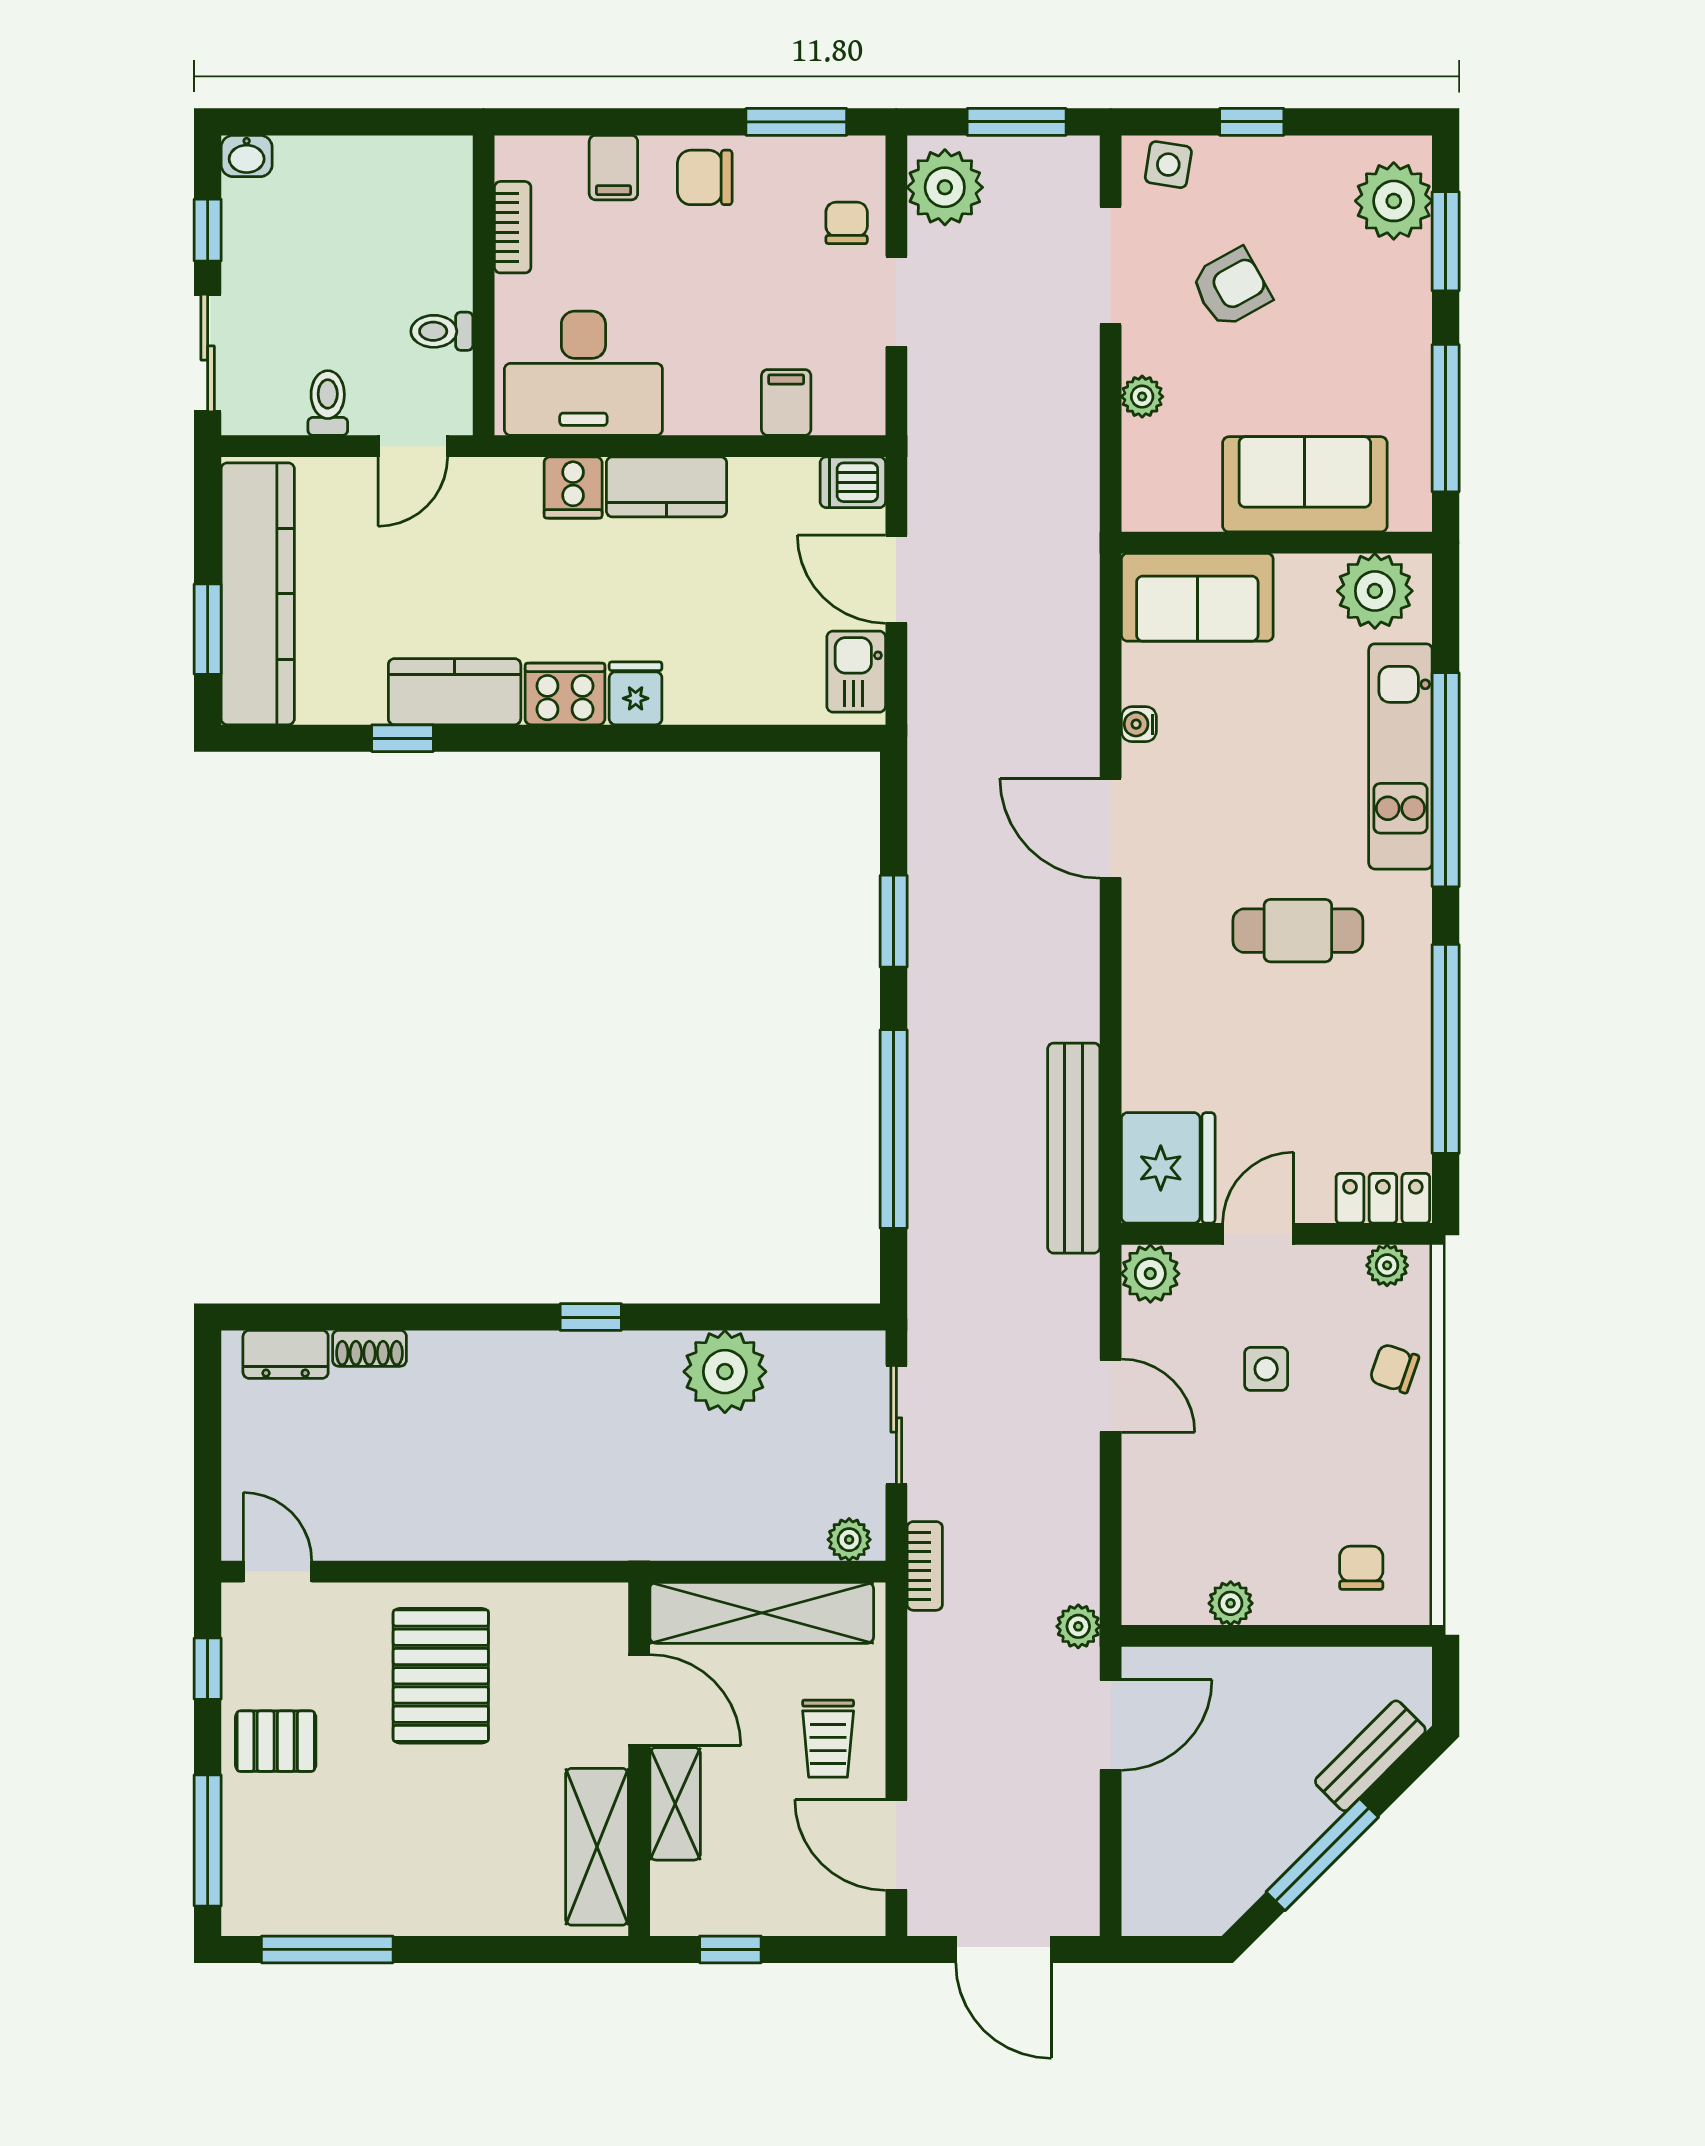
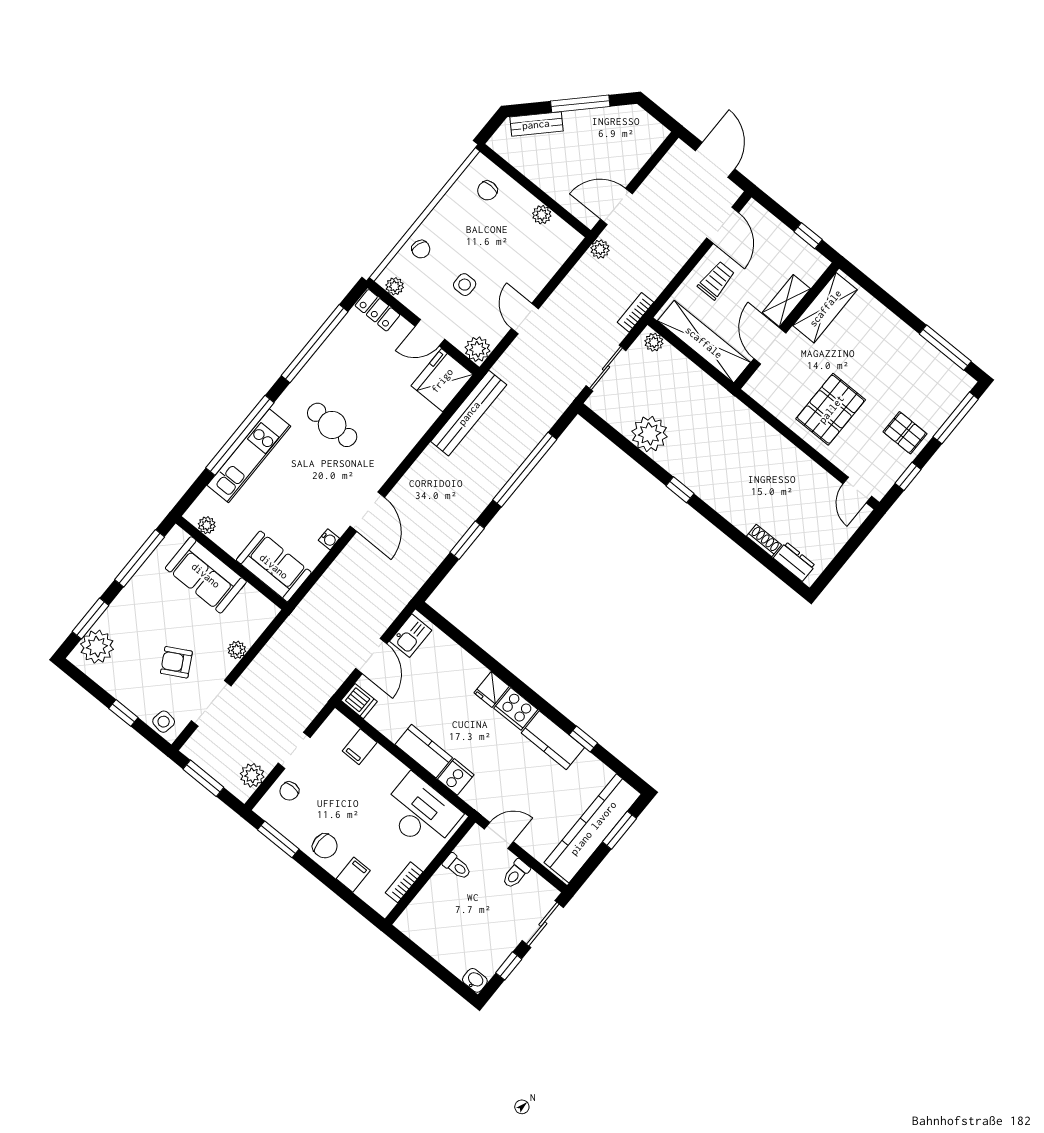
plant: (945, 187) -> (252, 775), width x0.73, depth x0.73
plant: (1375, 591) -> (207, 525), width x0.53, depth x0.53

